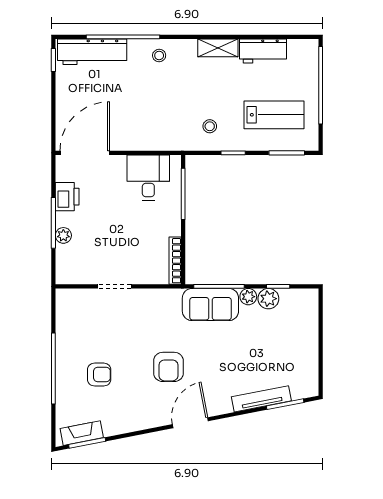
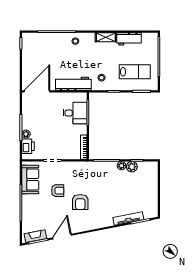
workbench: (92, 52) -> (73, 84), moved, turned 180
desk: (148, 178) -> (75, 113), moved, turned 90
printer: (67, 197) -> (28, 146), moved
sofa: (210, 305) -> (30, 179), moved, turned -90
armchair: (99, 375) -> (58, 191), moved
door: (190, 423) -> (62, 237), moved

